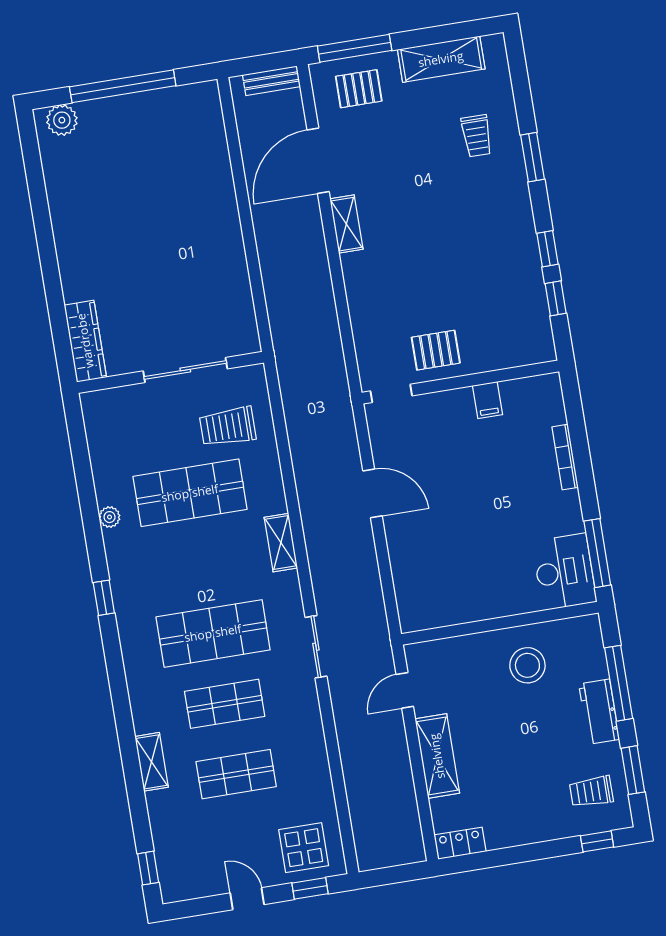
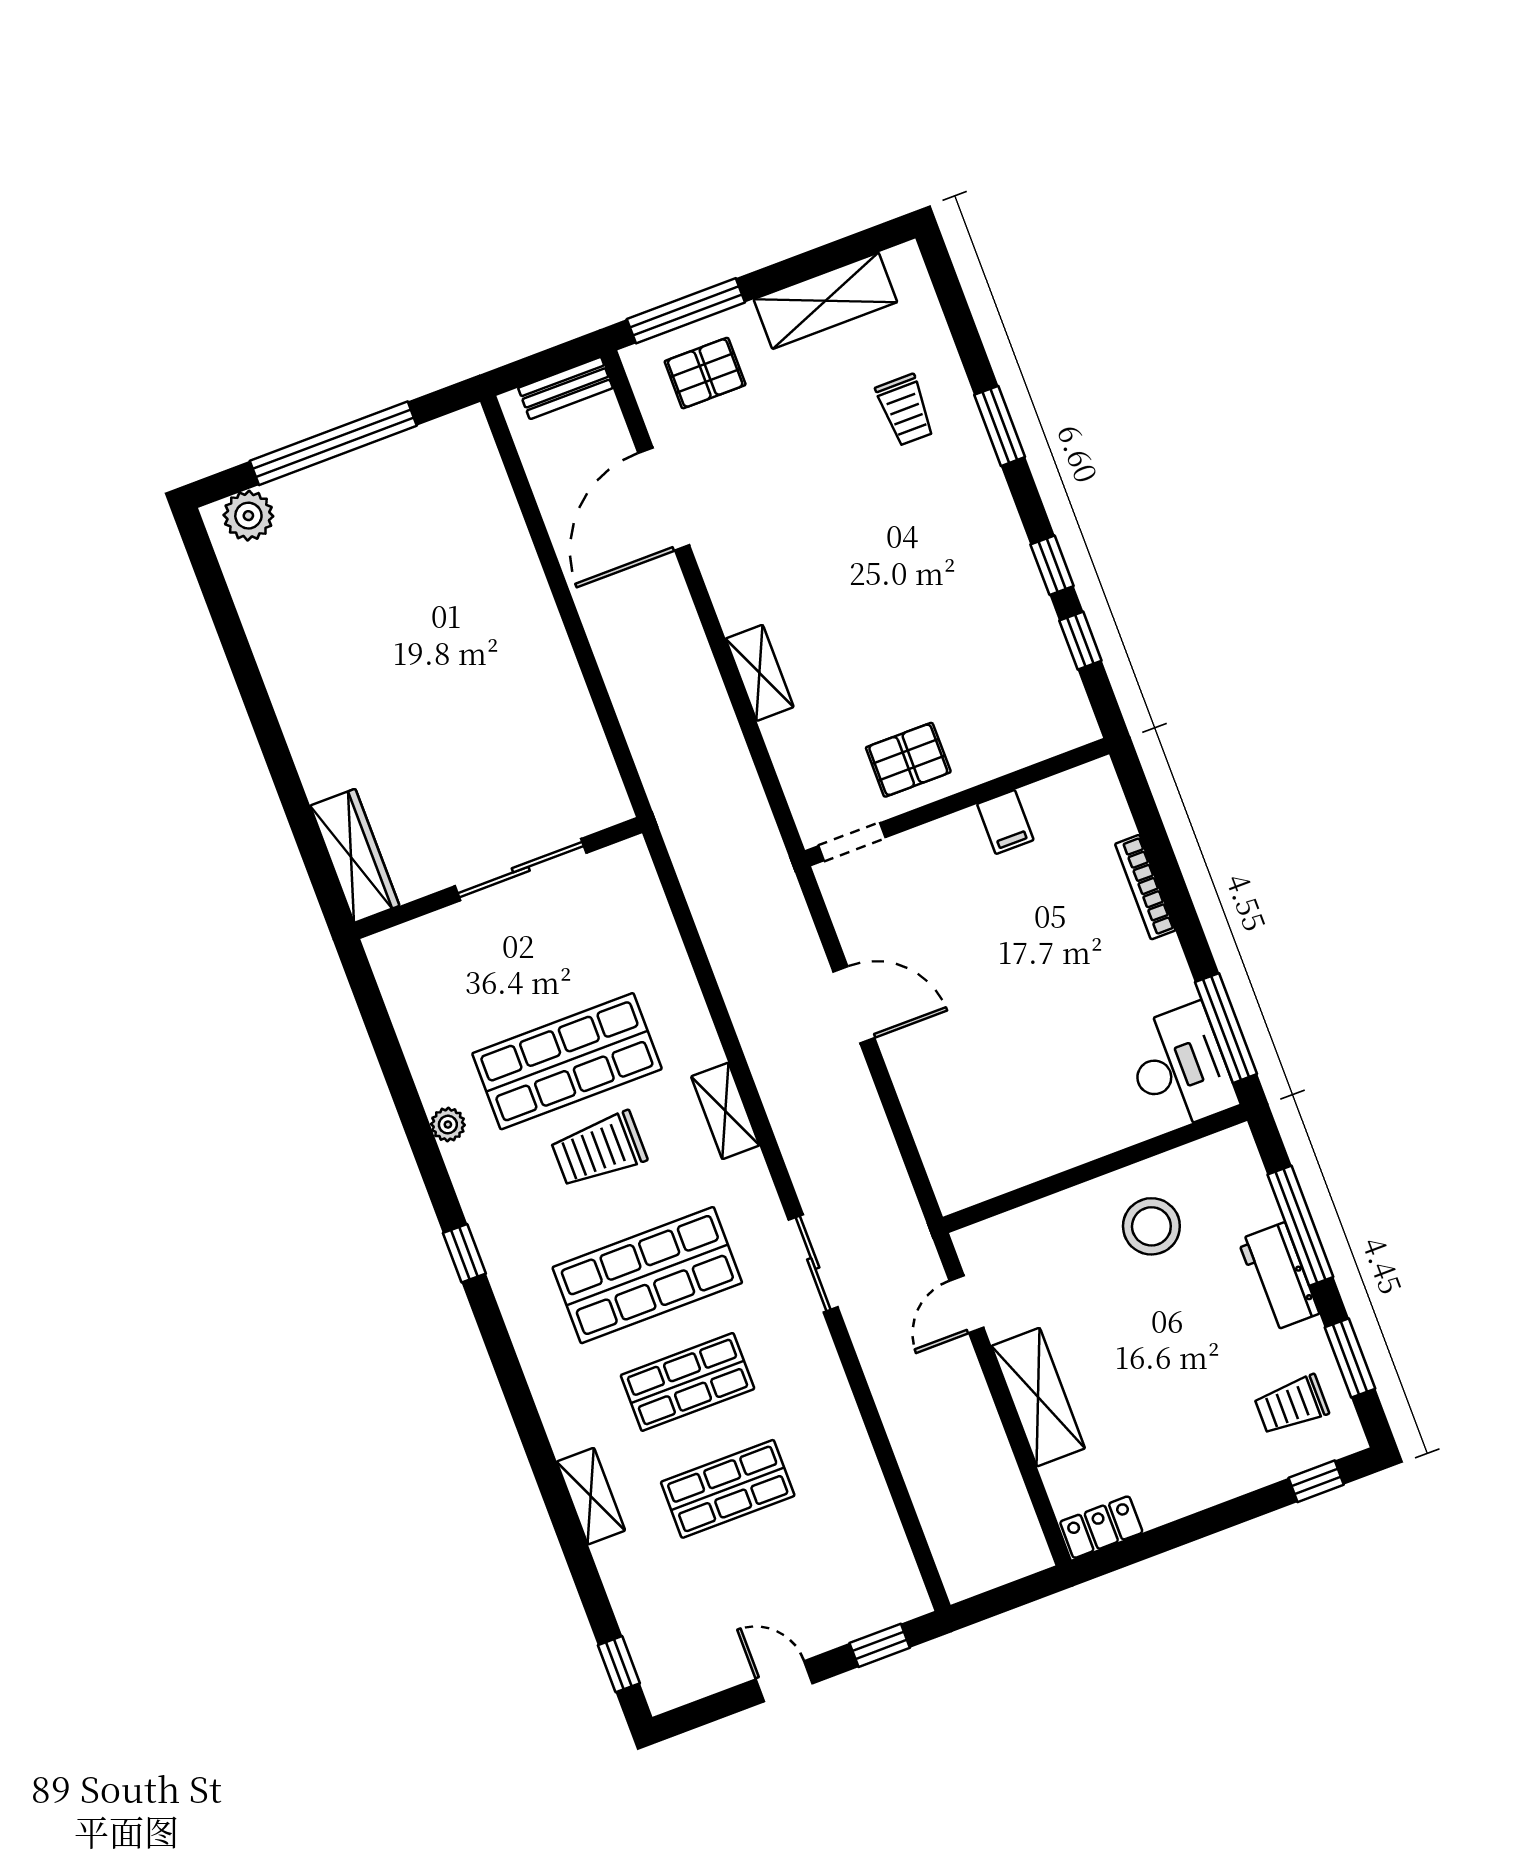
shelving: (346, 224) -> (760, 673), moved
trolley: (228, 427) -> (599, 1149), moved
display table: (304, 848) -> (857, 1583), removed

